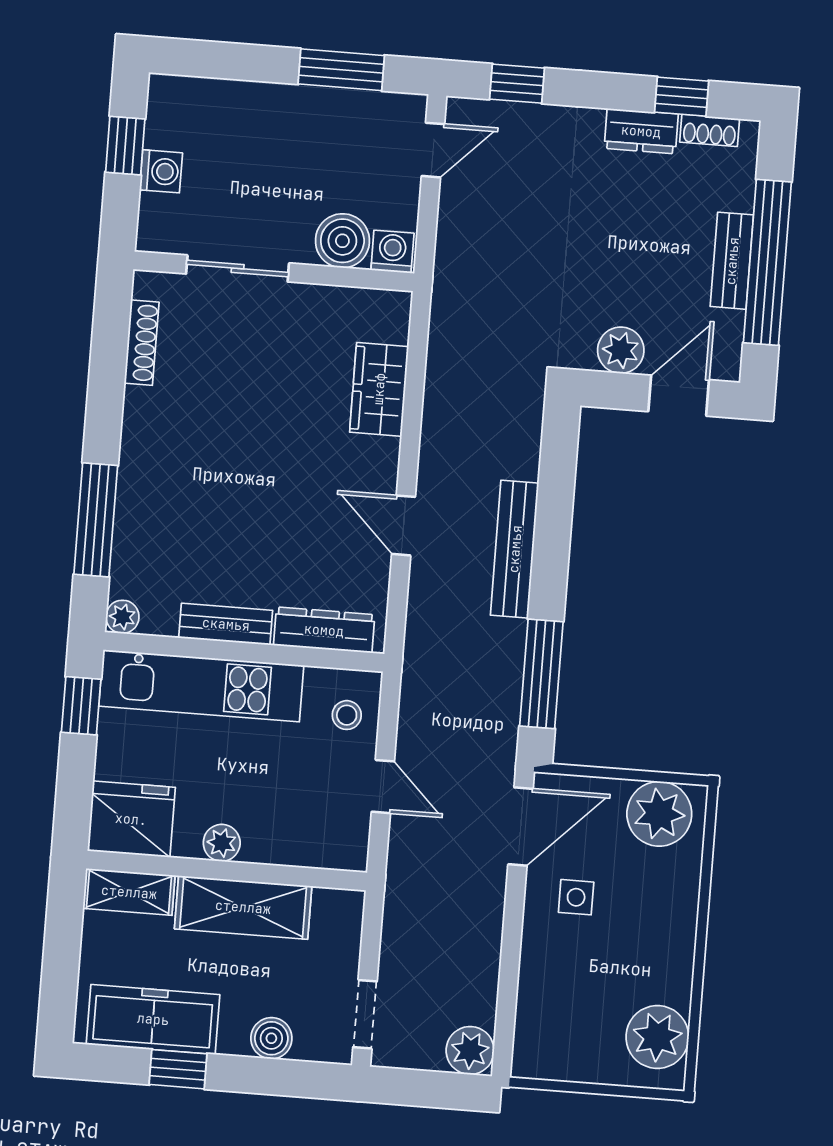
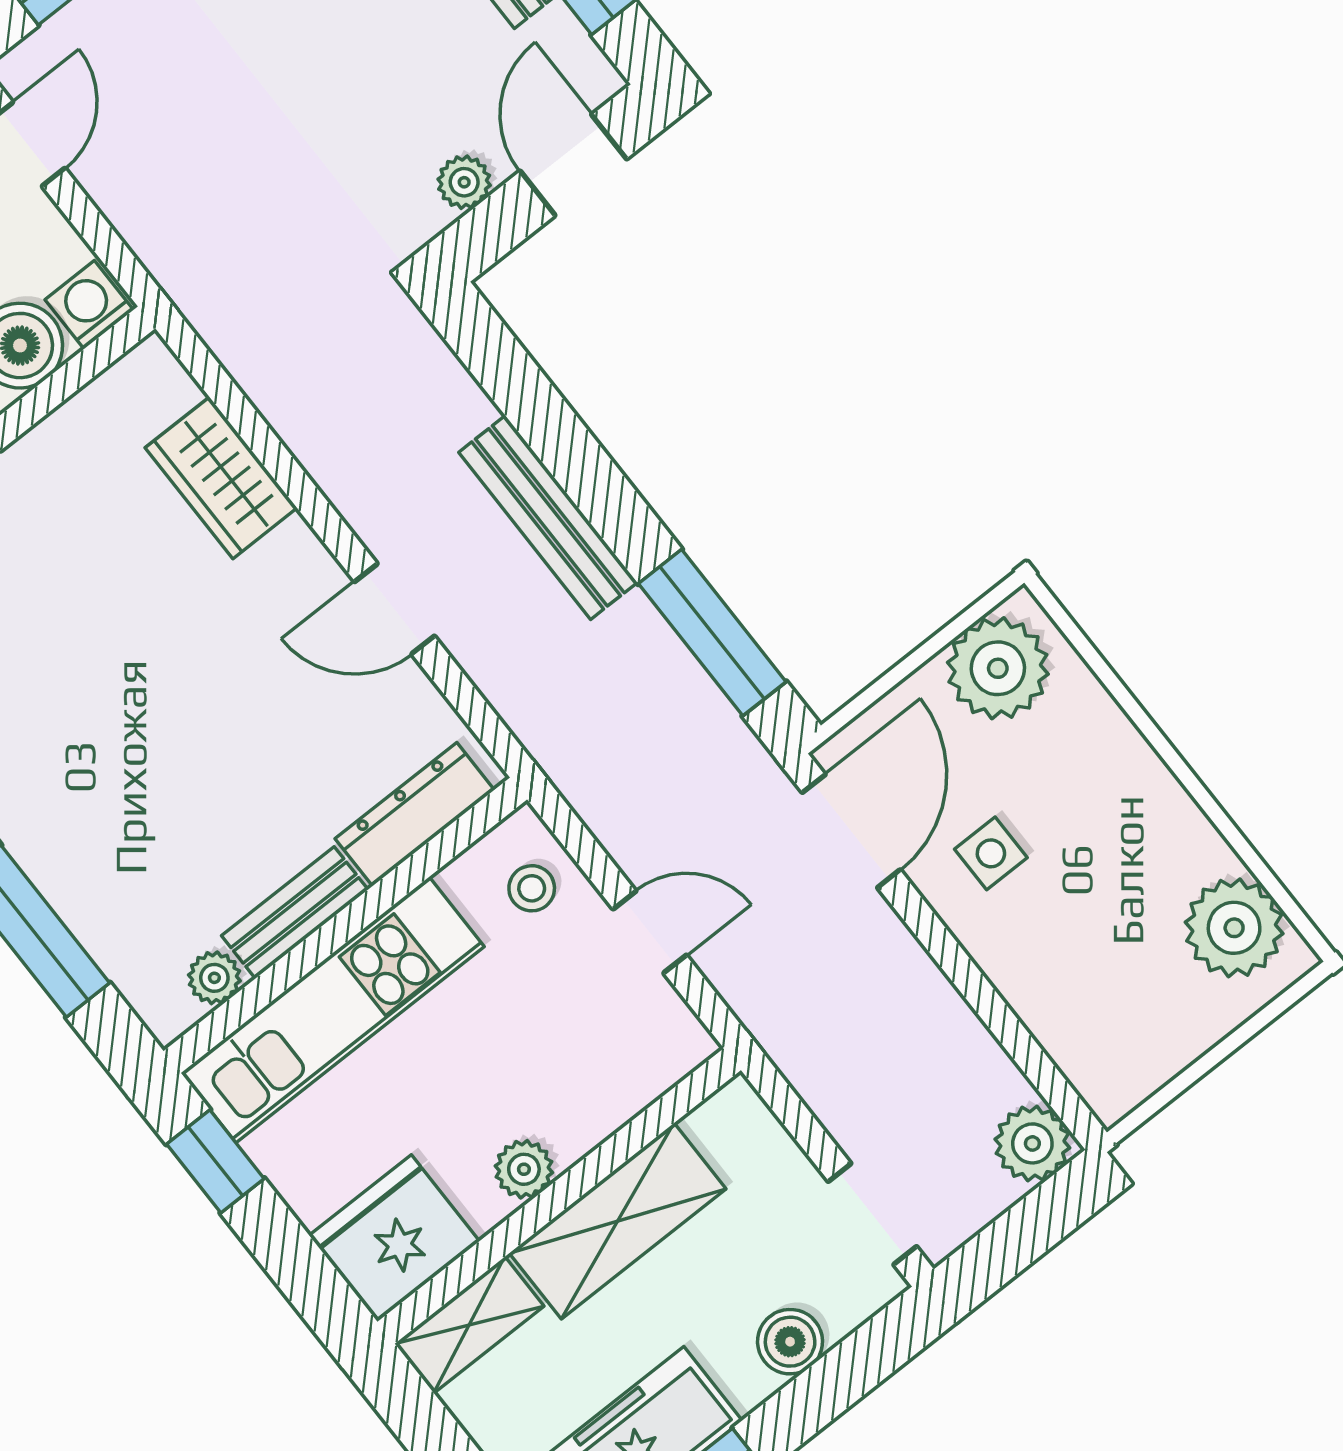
plant: (621, 350) -> (464, 182), width x0.73, depth x0.73
plant: (122, 617) -> (214, 978), moved

